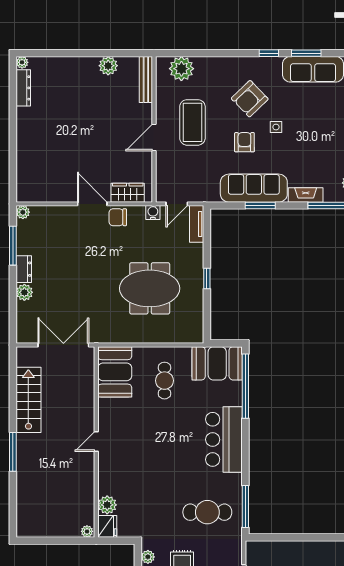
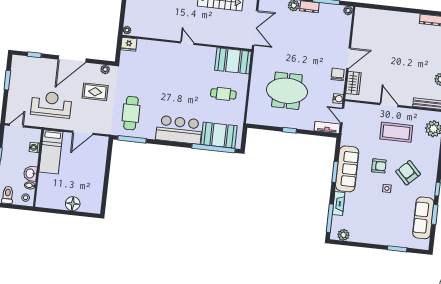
meeting table: (150, 288) -> (287, 91), turned 90
booth: (217, 363) -> (219, 135), moved, turned 90
plant: (107, 505) -> (143, 46), removed

